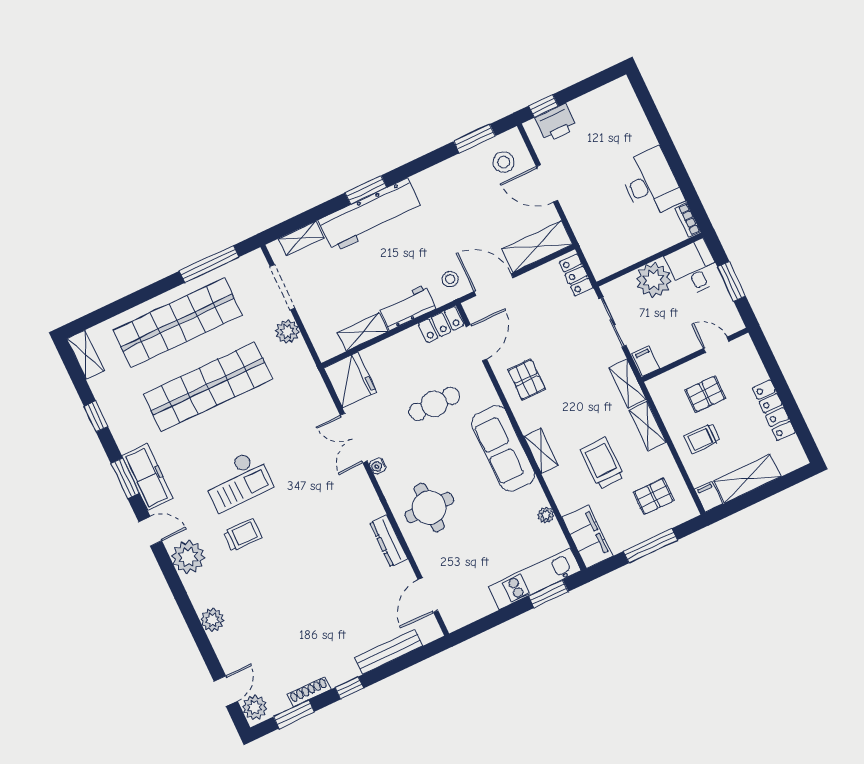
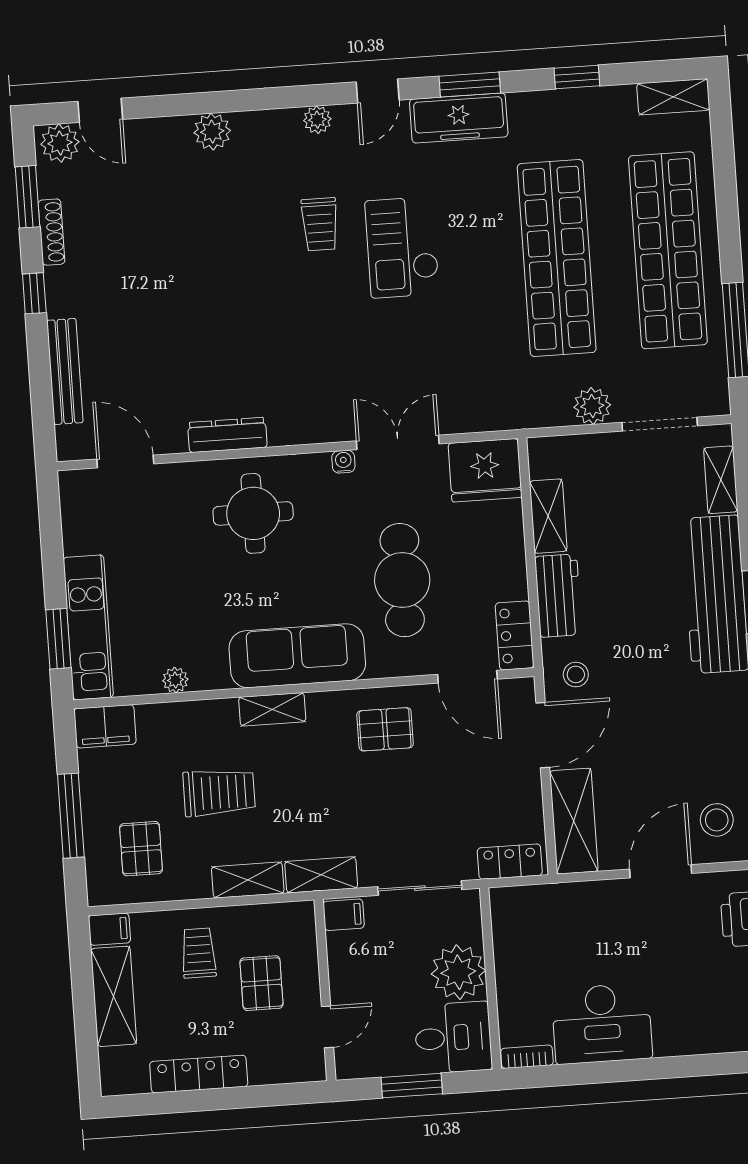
cafe table: (434, 404) -> (402, 580), width x1.37, depth x1.35
filing cabinet: (587, 537) -> (105, 726), width x0.67, depth x0.86
plant: (188, 557) -> (317, 120), width x0.53, depth x0.53

